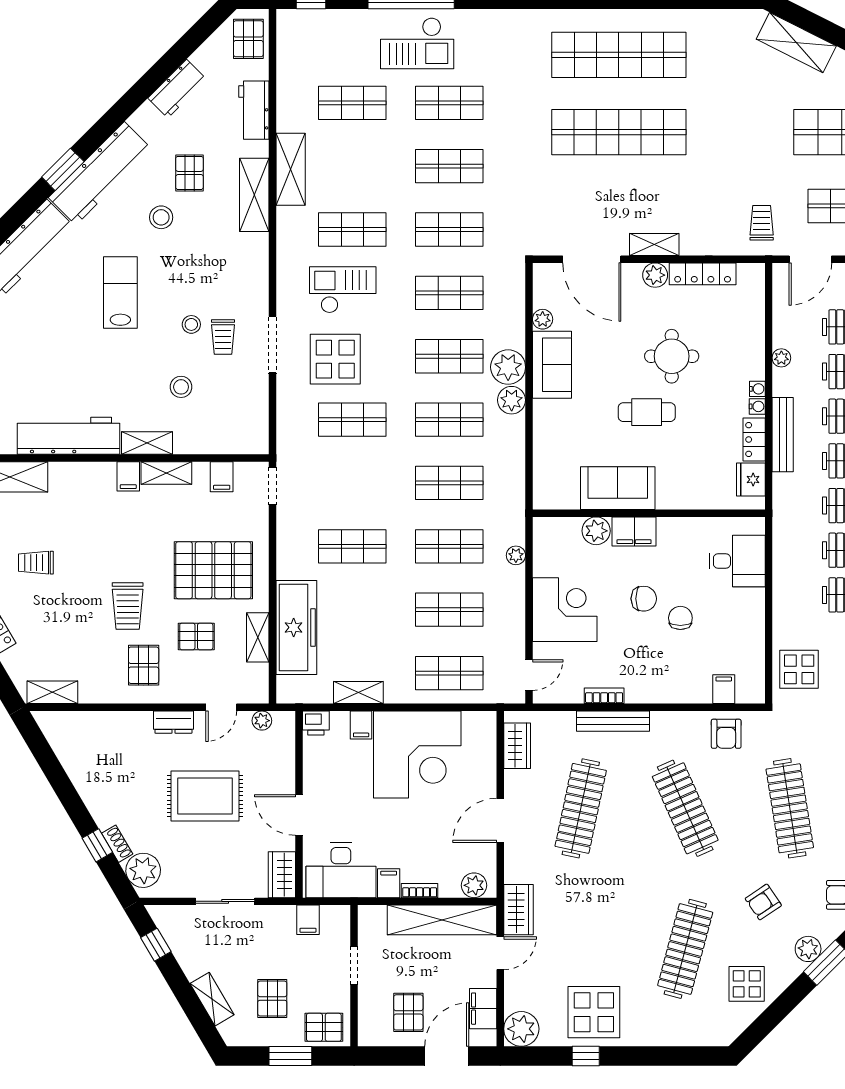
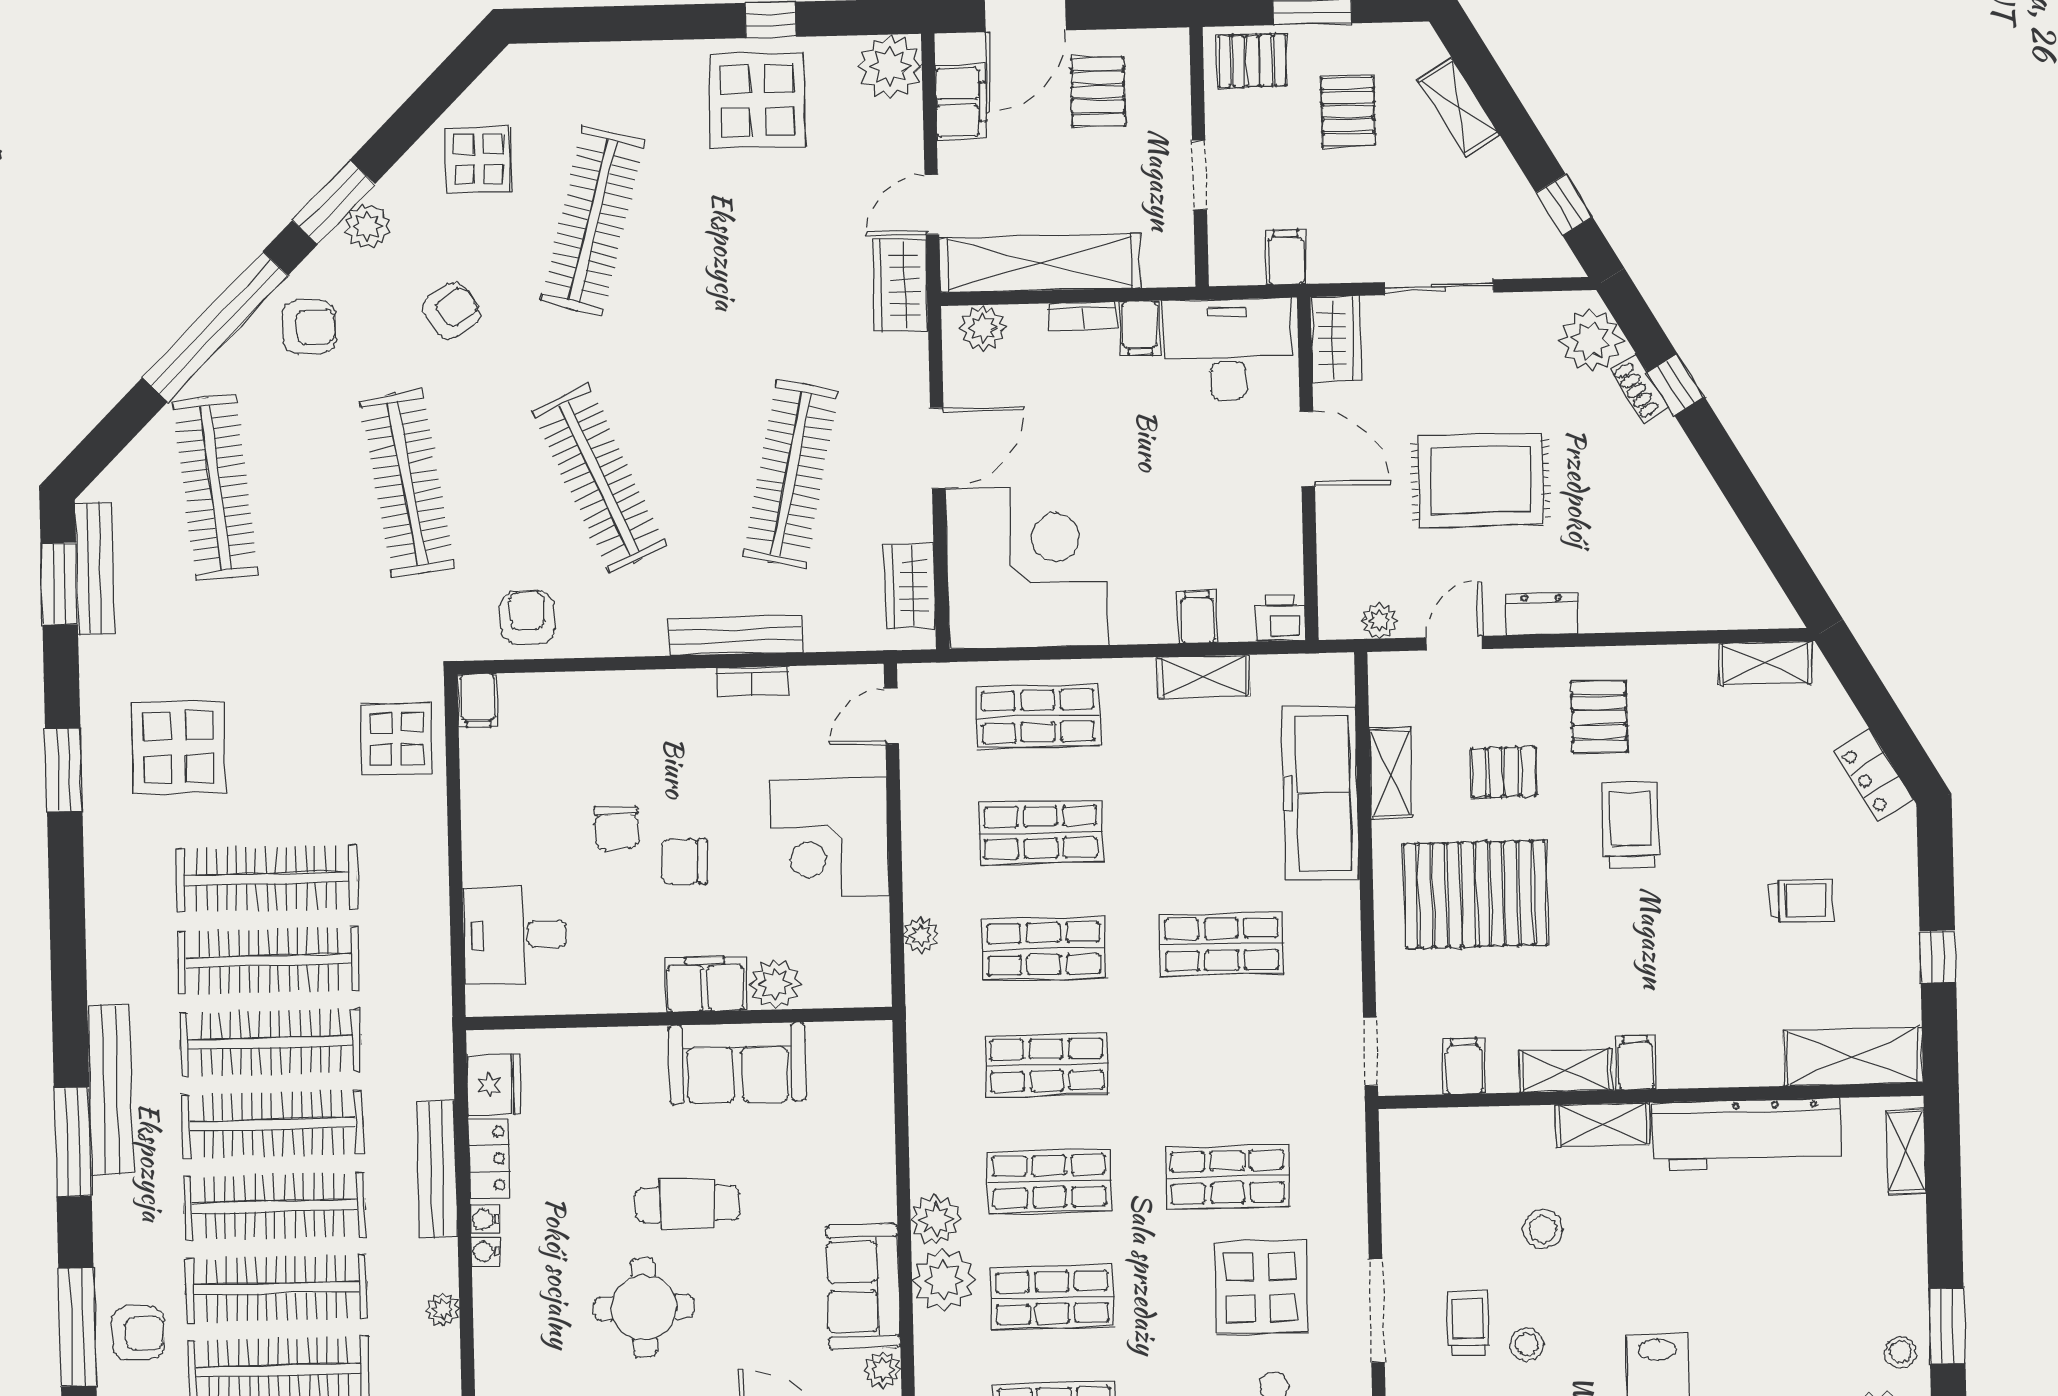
filing cabinet: (724, 689) -> (478, 700), moved
corner desk: (417, 755) -> (1027, 567), moved, turned 90

